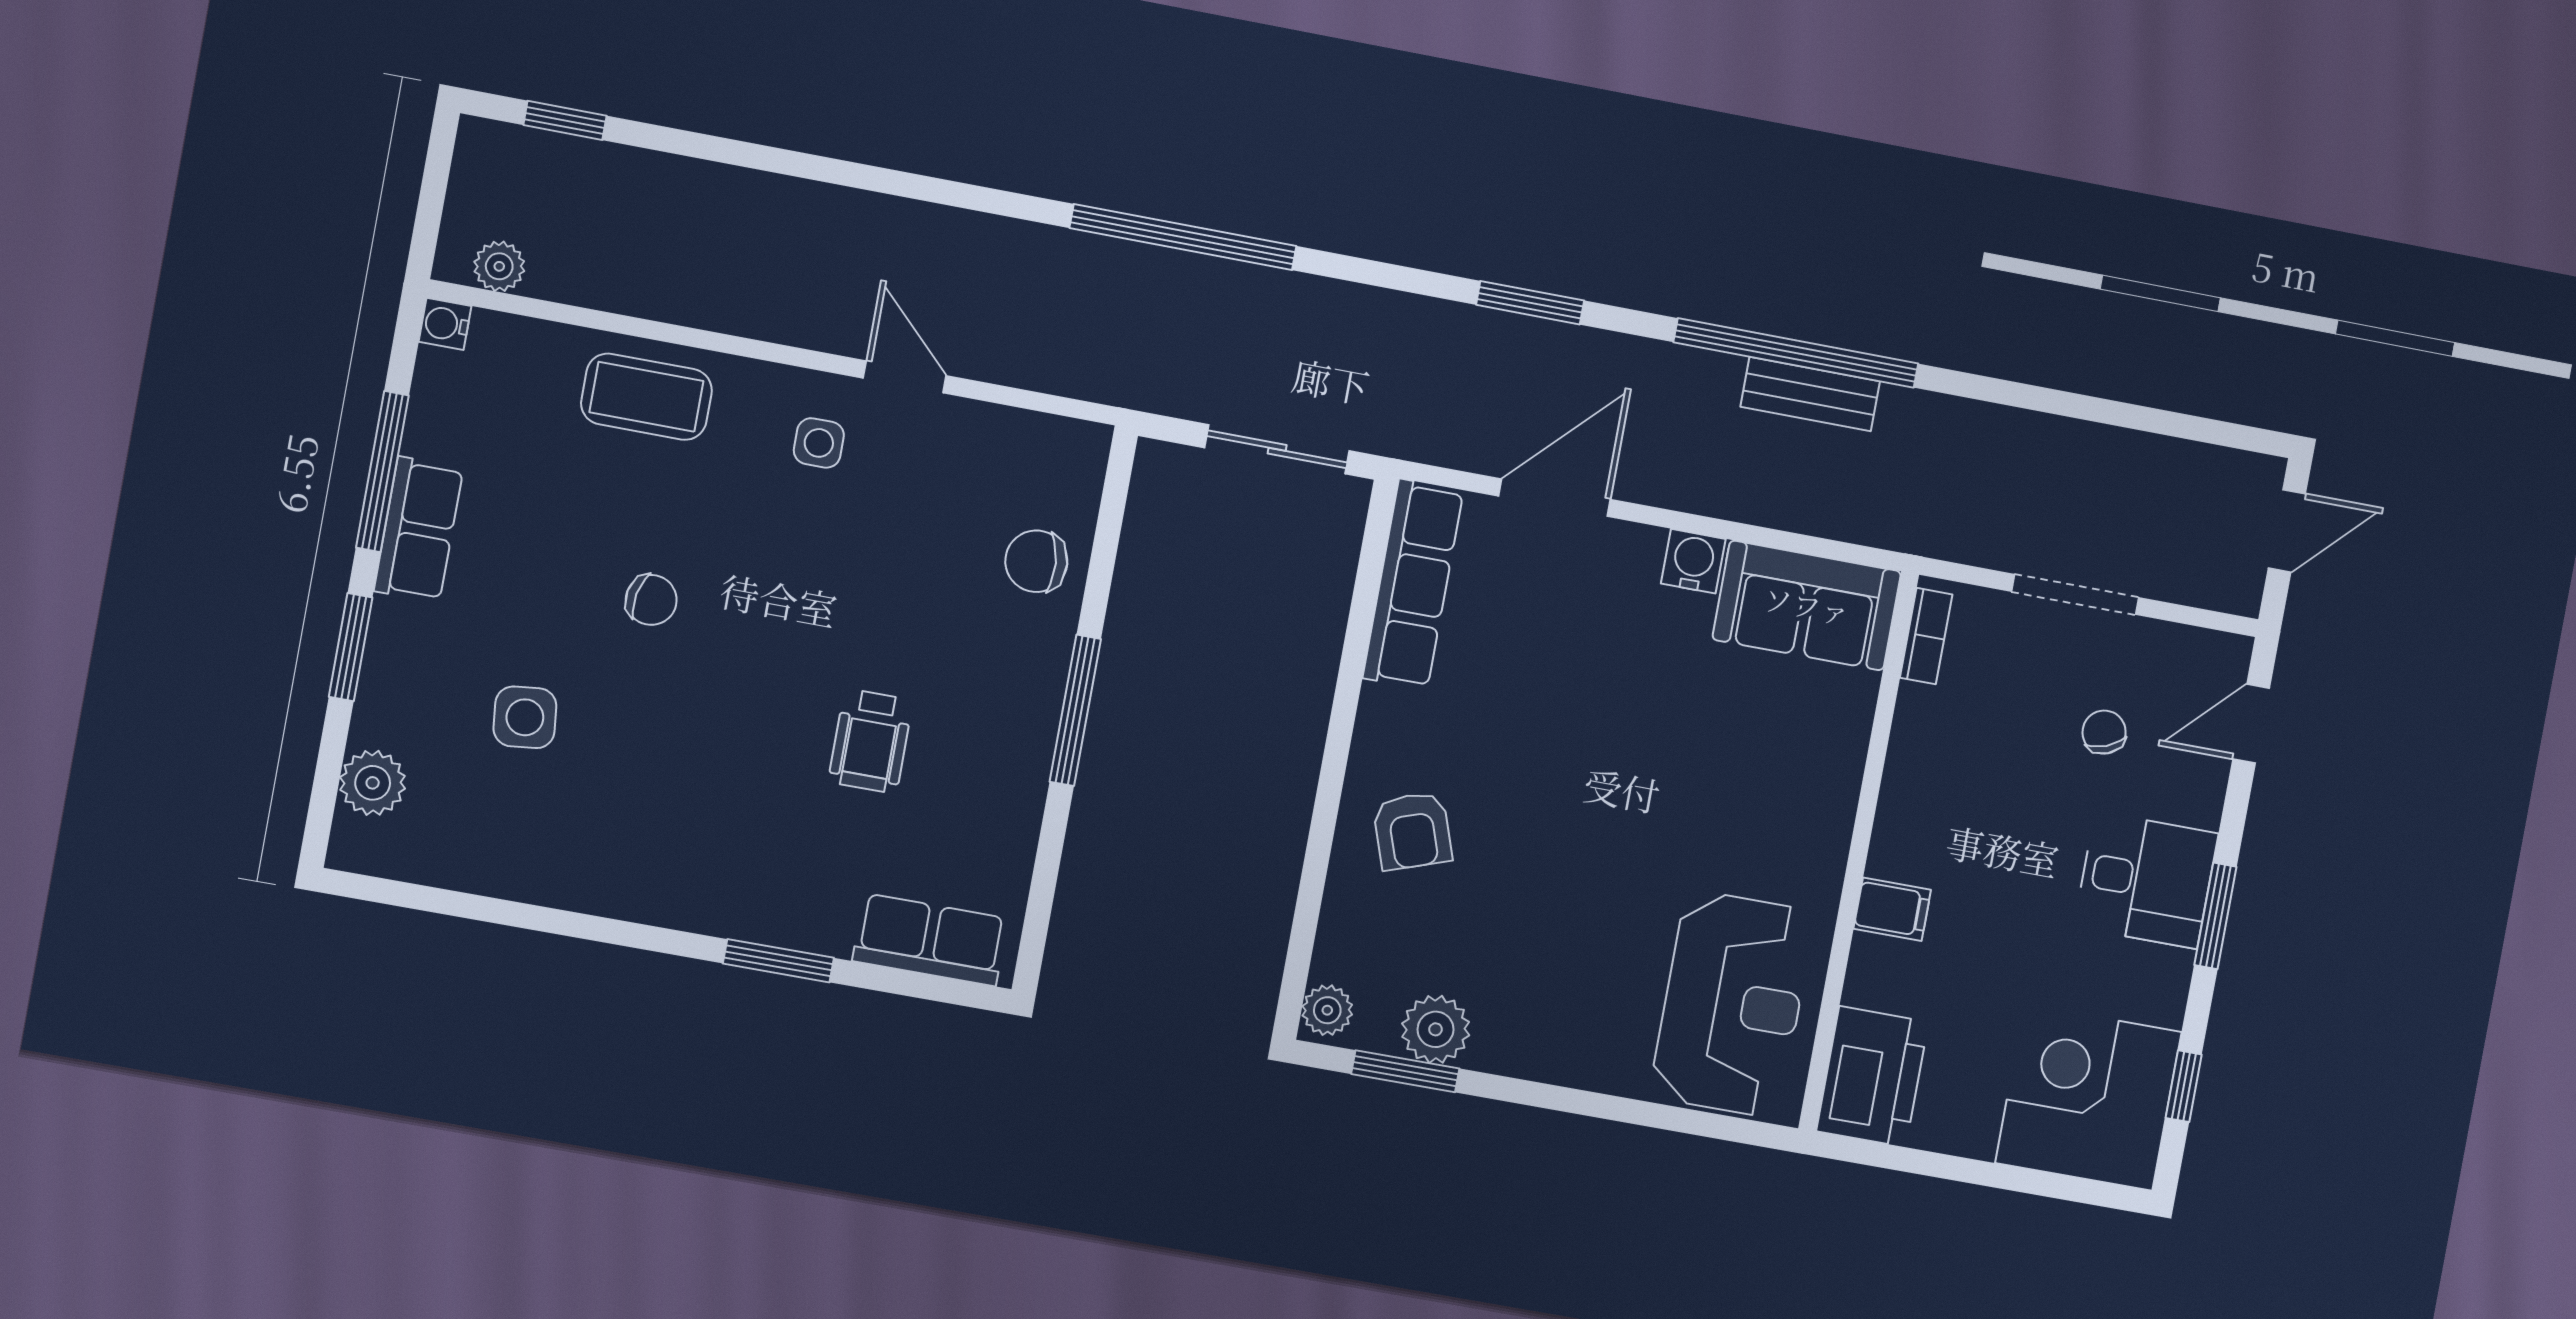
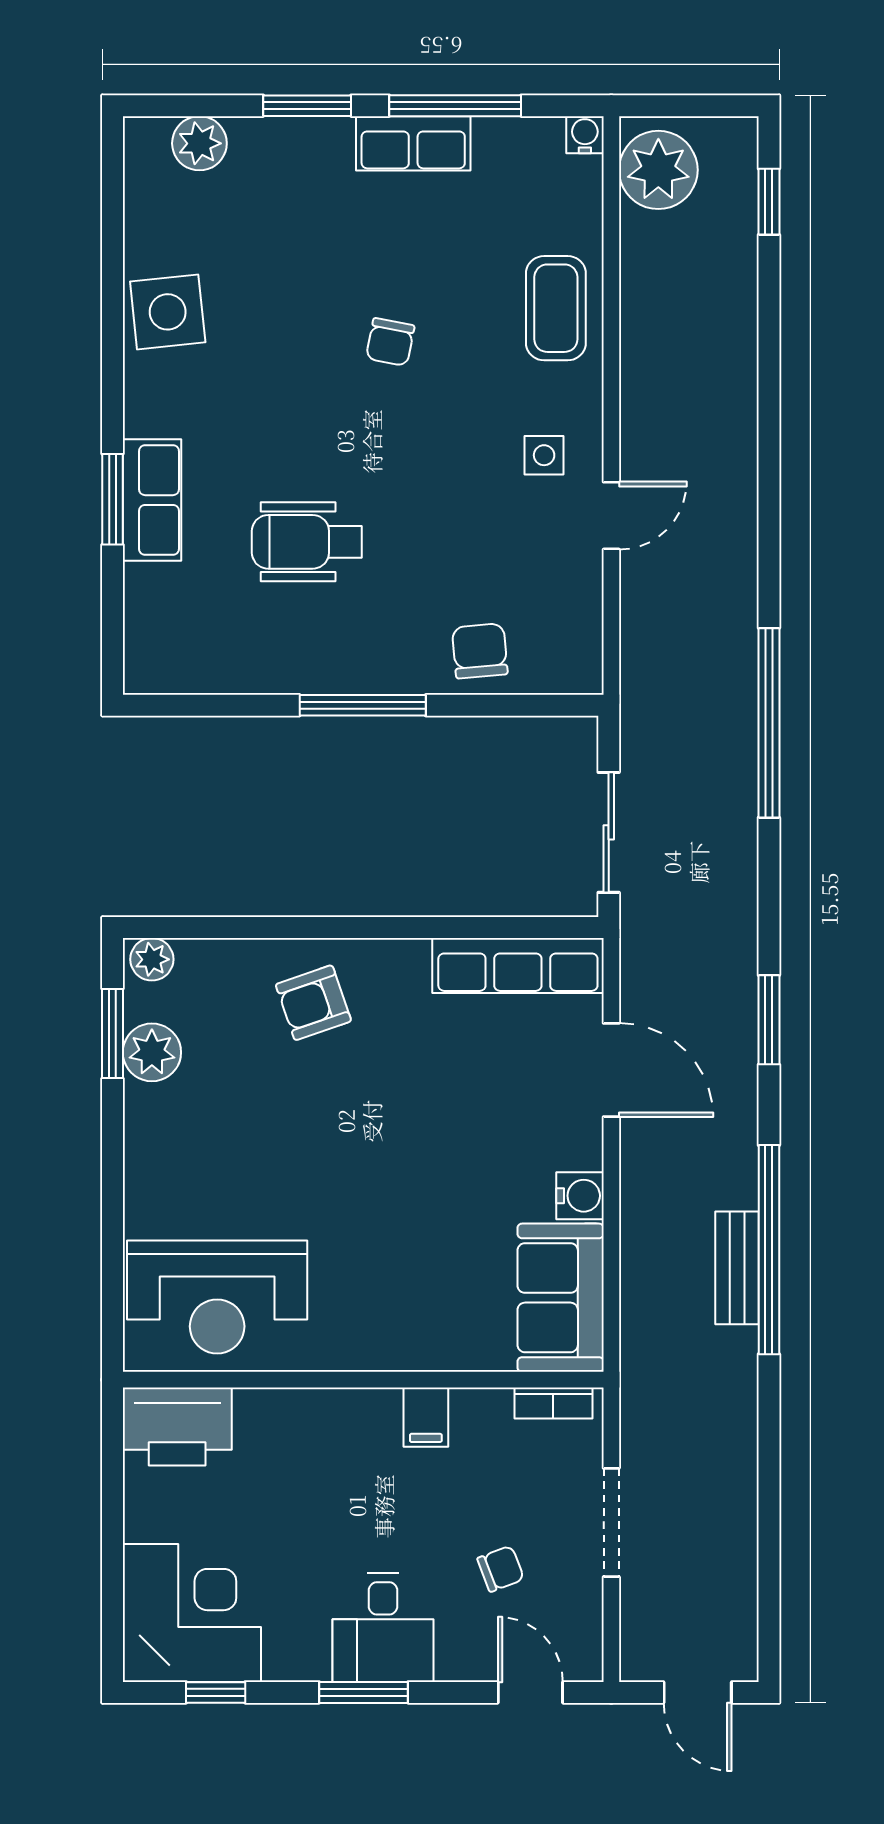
plant: (499, 266) -> (658, 170), width x1.88, depth x1.88
side table: (525, 717) -> (168, 312), moved, width x1.37, depth x1.37
wheelchair: (871, 741) -> (307, 542), width x1.36, depth x1.37
filing cabinet: (1892, 909) -> (426, 1417), moved
row of seats: (930, 940) -> (152, 500), moved

